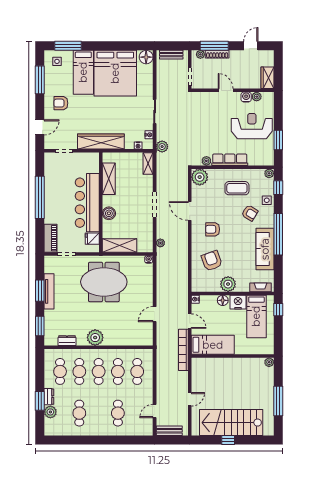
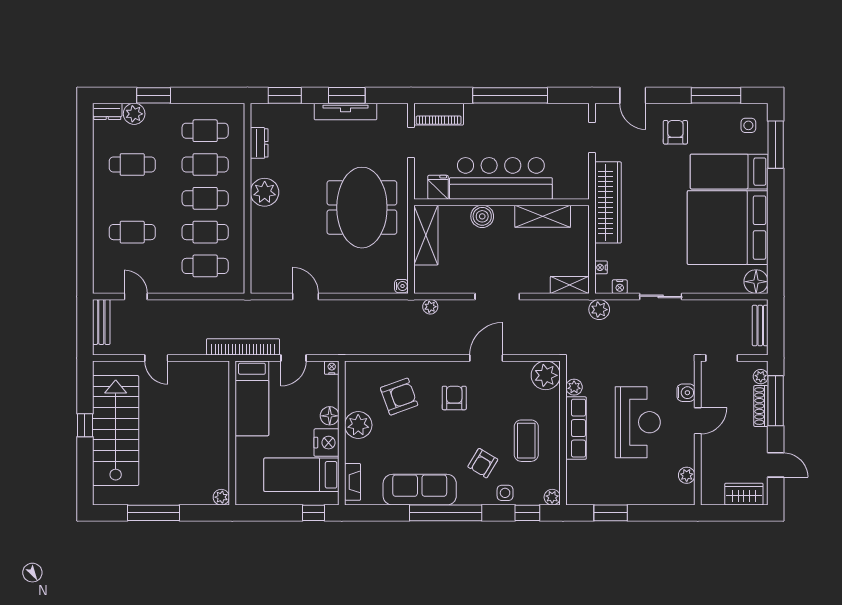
wardrobe: (267, 78) -> (744, 494), moved
water cooler: (246, 97) -> (686, 393), moved
reception desk: (252, 126) -> (638, 422), moved
dresser: (49, 397) -> (107, 111), moved

